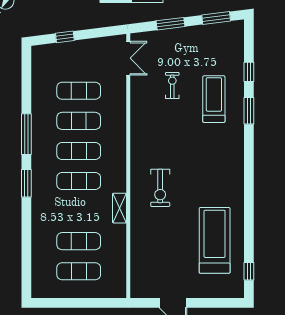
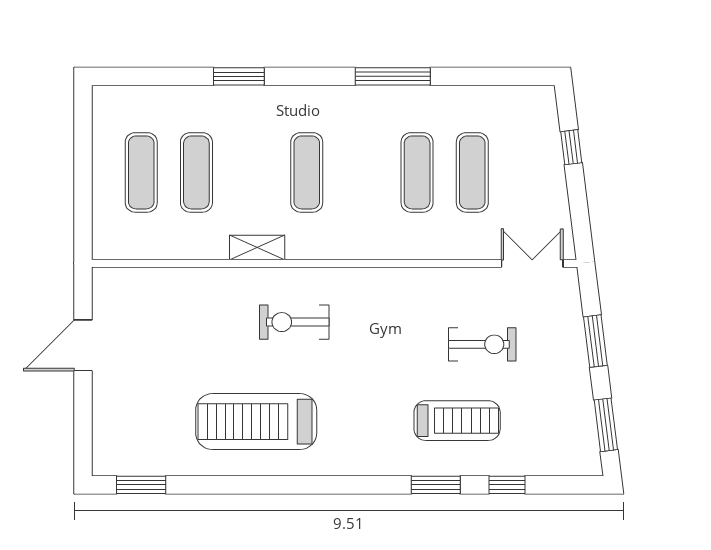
double door: (128, 58) -> (532, 263), swing flipped
exercise bike: (172, 85) -> (482, 344), width x1.38, depth x1.39
exercise mat: (79, 151) -> (362, 172), removed
window: (26, 183) -> (239, 76), moved
treadmill: (215, 240) -> (256, 422), moved, turned 180
window: (249, 271) -> (141, 485), width x1.50

